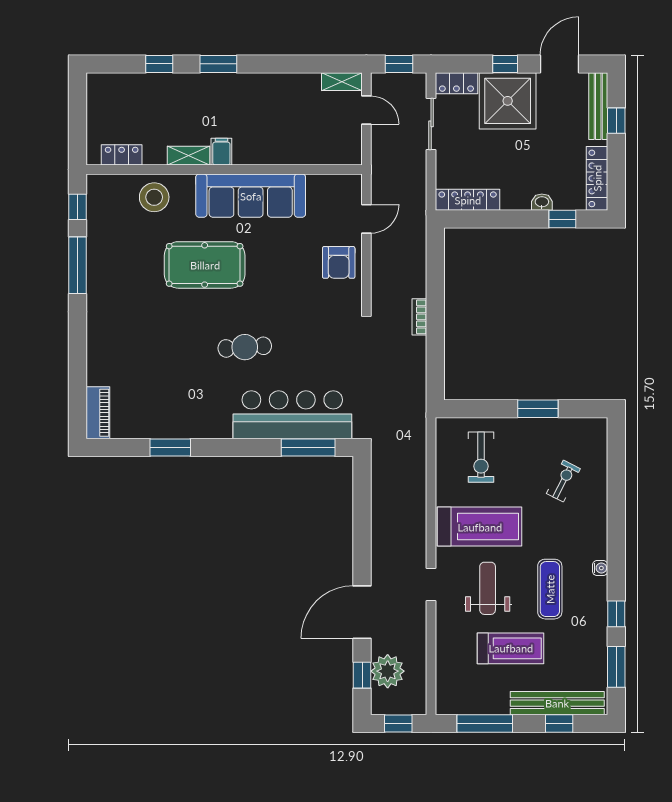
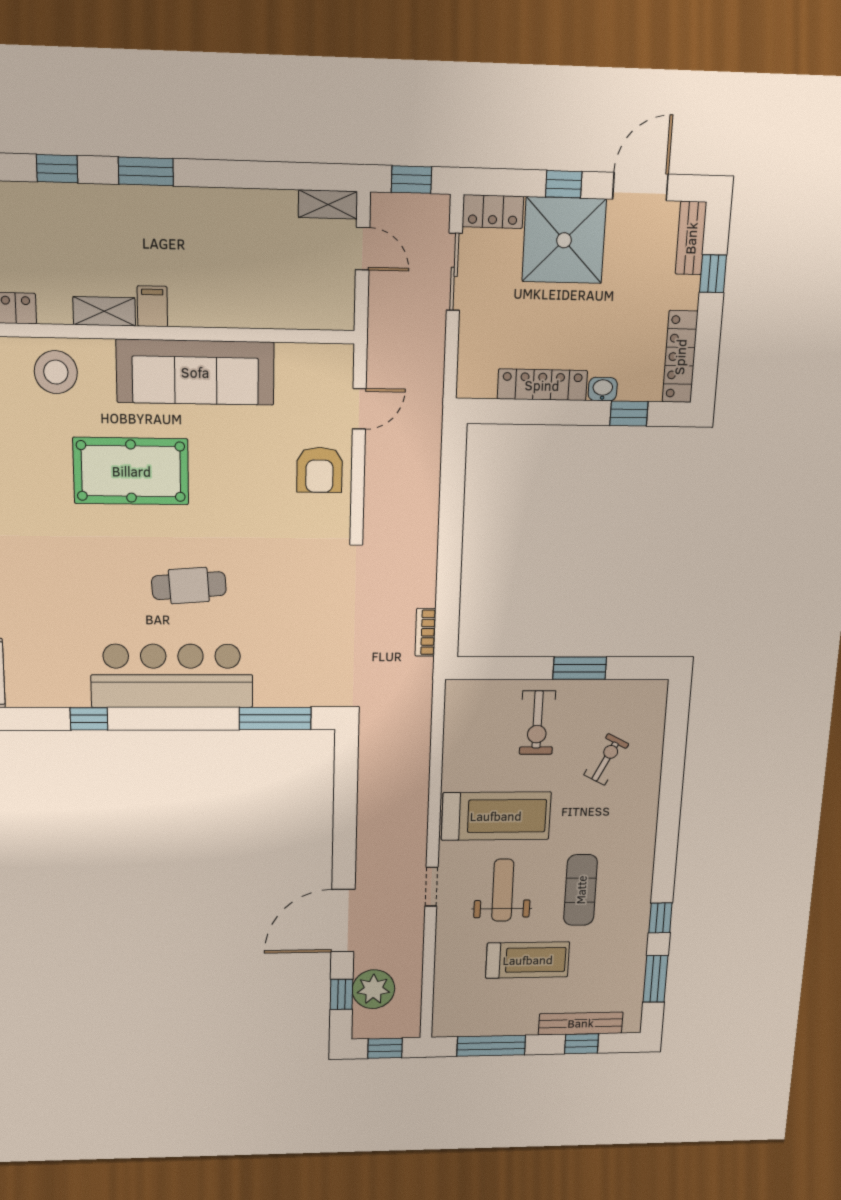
bench: (598, 106) -> (691, 238), width x0.73
locker: (468, 200) -> (542, 385), moved
bookcase: (419, 317) -> (425, 632), moved
bar counter: (292, 415) -> (172, 676), moved
window: (170, 448) -> (89, 719), width x0.67
exercise bike: (481, 457) -> (537, 723), moved
water cooler: (600, 568) -> (645, 864), removed
bench: (557, 703) -> (581, 1023), width x0.73, depth x0.82

